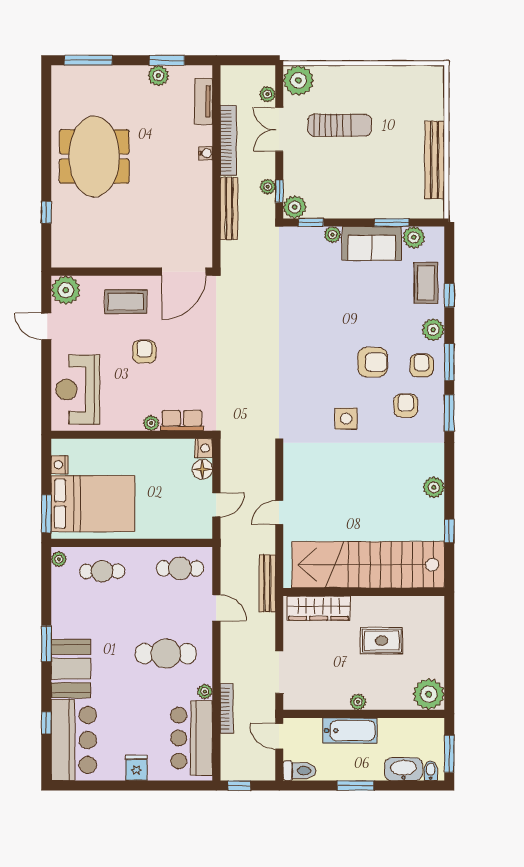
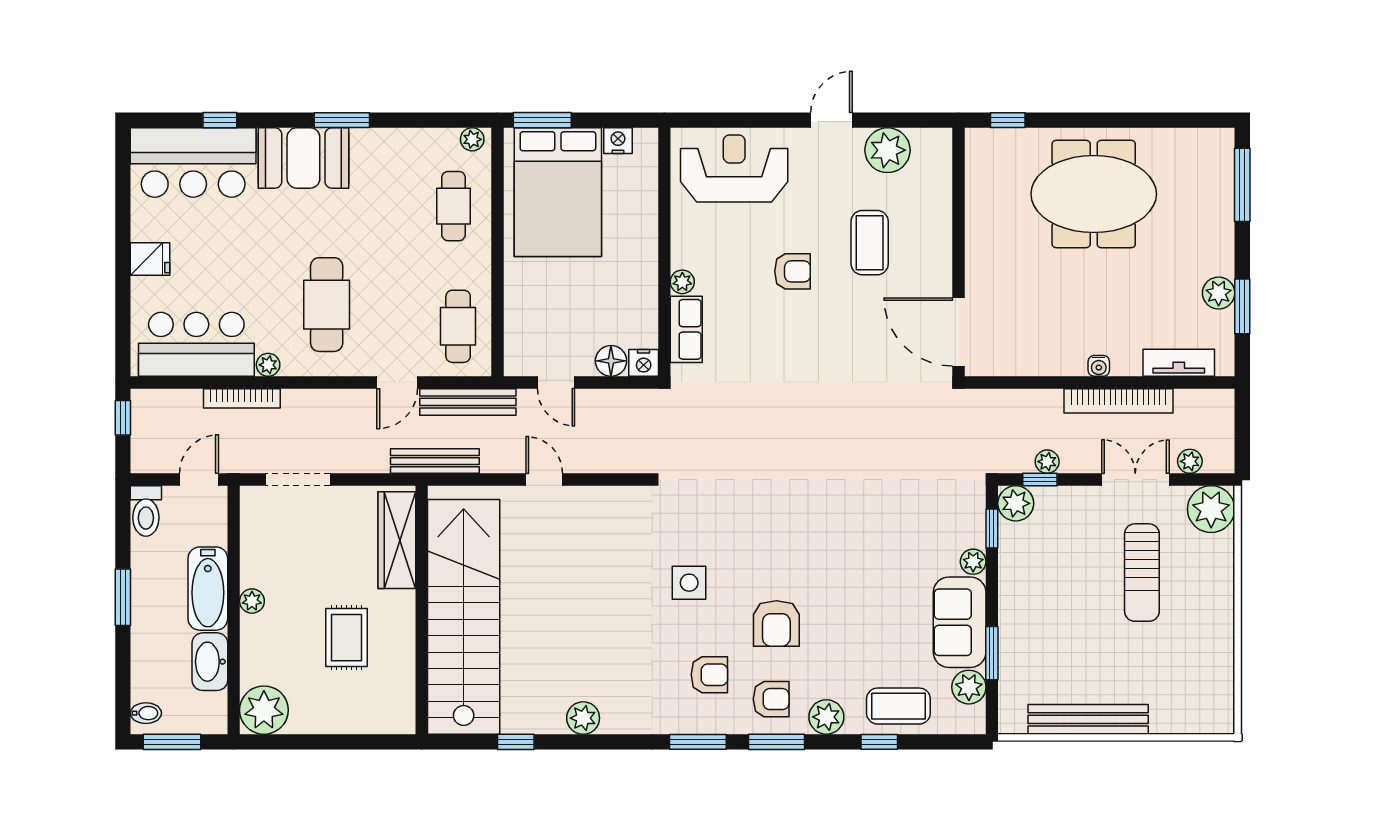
bench: (229, 208) -> (468, 402), moved
wall: (132, 272) -> (959, 252), moved
door: (184, 272) -> (959, 332), moved
washbasin: (403, 769) -> (210, 662), moved, turned 180

